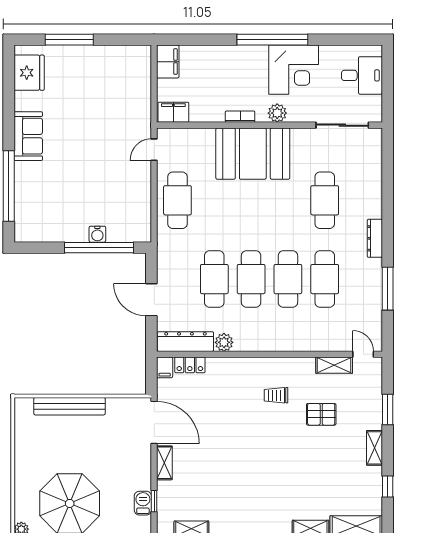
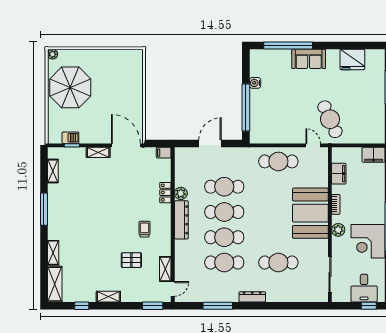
window: (388, 68) -> (369, 306), added
fridge: (29, 73) -> (352, 60), moved
filing cabinet: (173, 112) -> (339, 174), moved
cafe table: (116, 125) -> (330, 119), added
sofa: (28, 136) -> (309, 59), moved
water cooler: (97, 234) -> (255, 83), moved
dresser: (185, 342) -> (181, 220), moved
locker: (190, 365) -> (165, 193), moved
bench: (69, 406) -> (137, 87), removed
window: (388, 409) -> (153, 306), moved
pallet: (321, 414) -> (131, 260), turned 90
door: (154, 422) -> (126, 145), swing flipped

